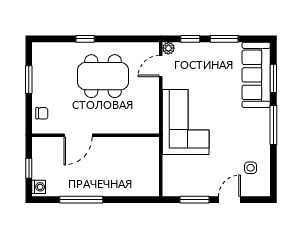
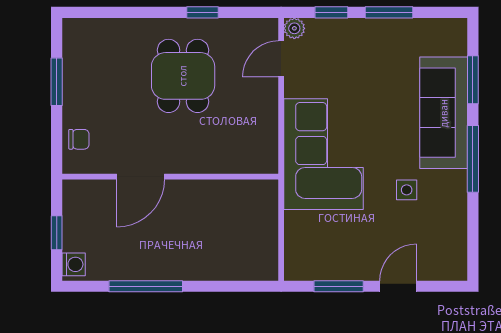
window: (85, 39) -> (203, 12), moved
sofa: (256, 75) -> (444, 113), moved
dining table: (103, 76) -> (183, 76), width x0.73
side table: (251, 168) -> (407, 190), moved

